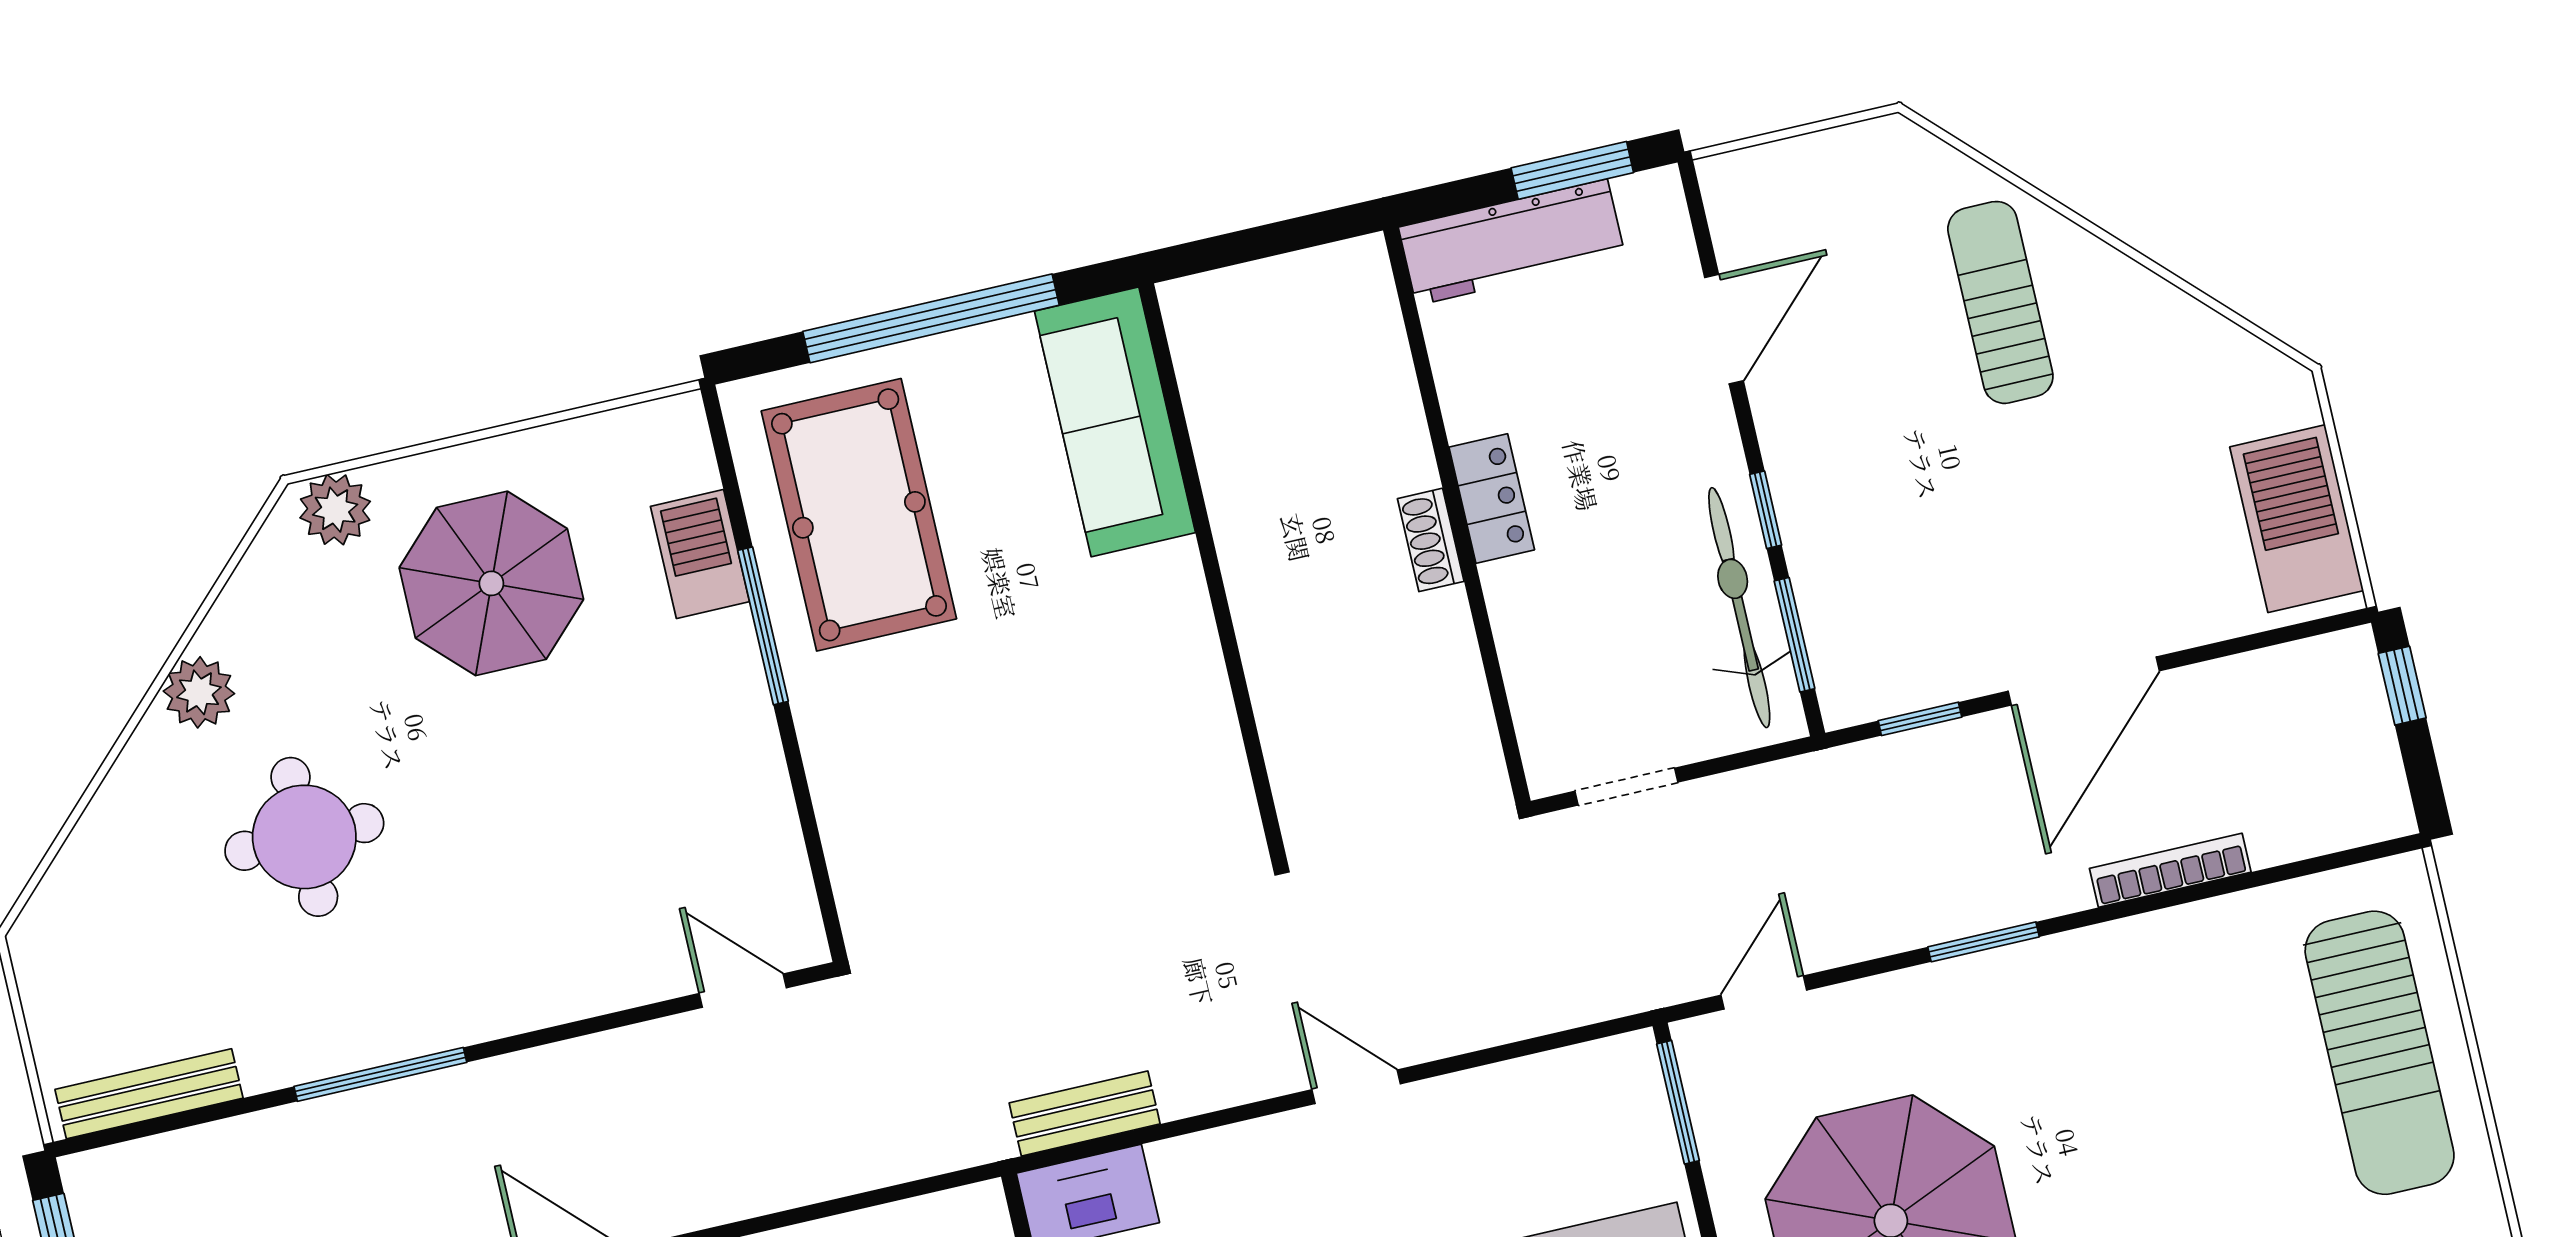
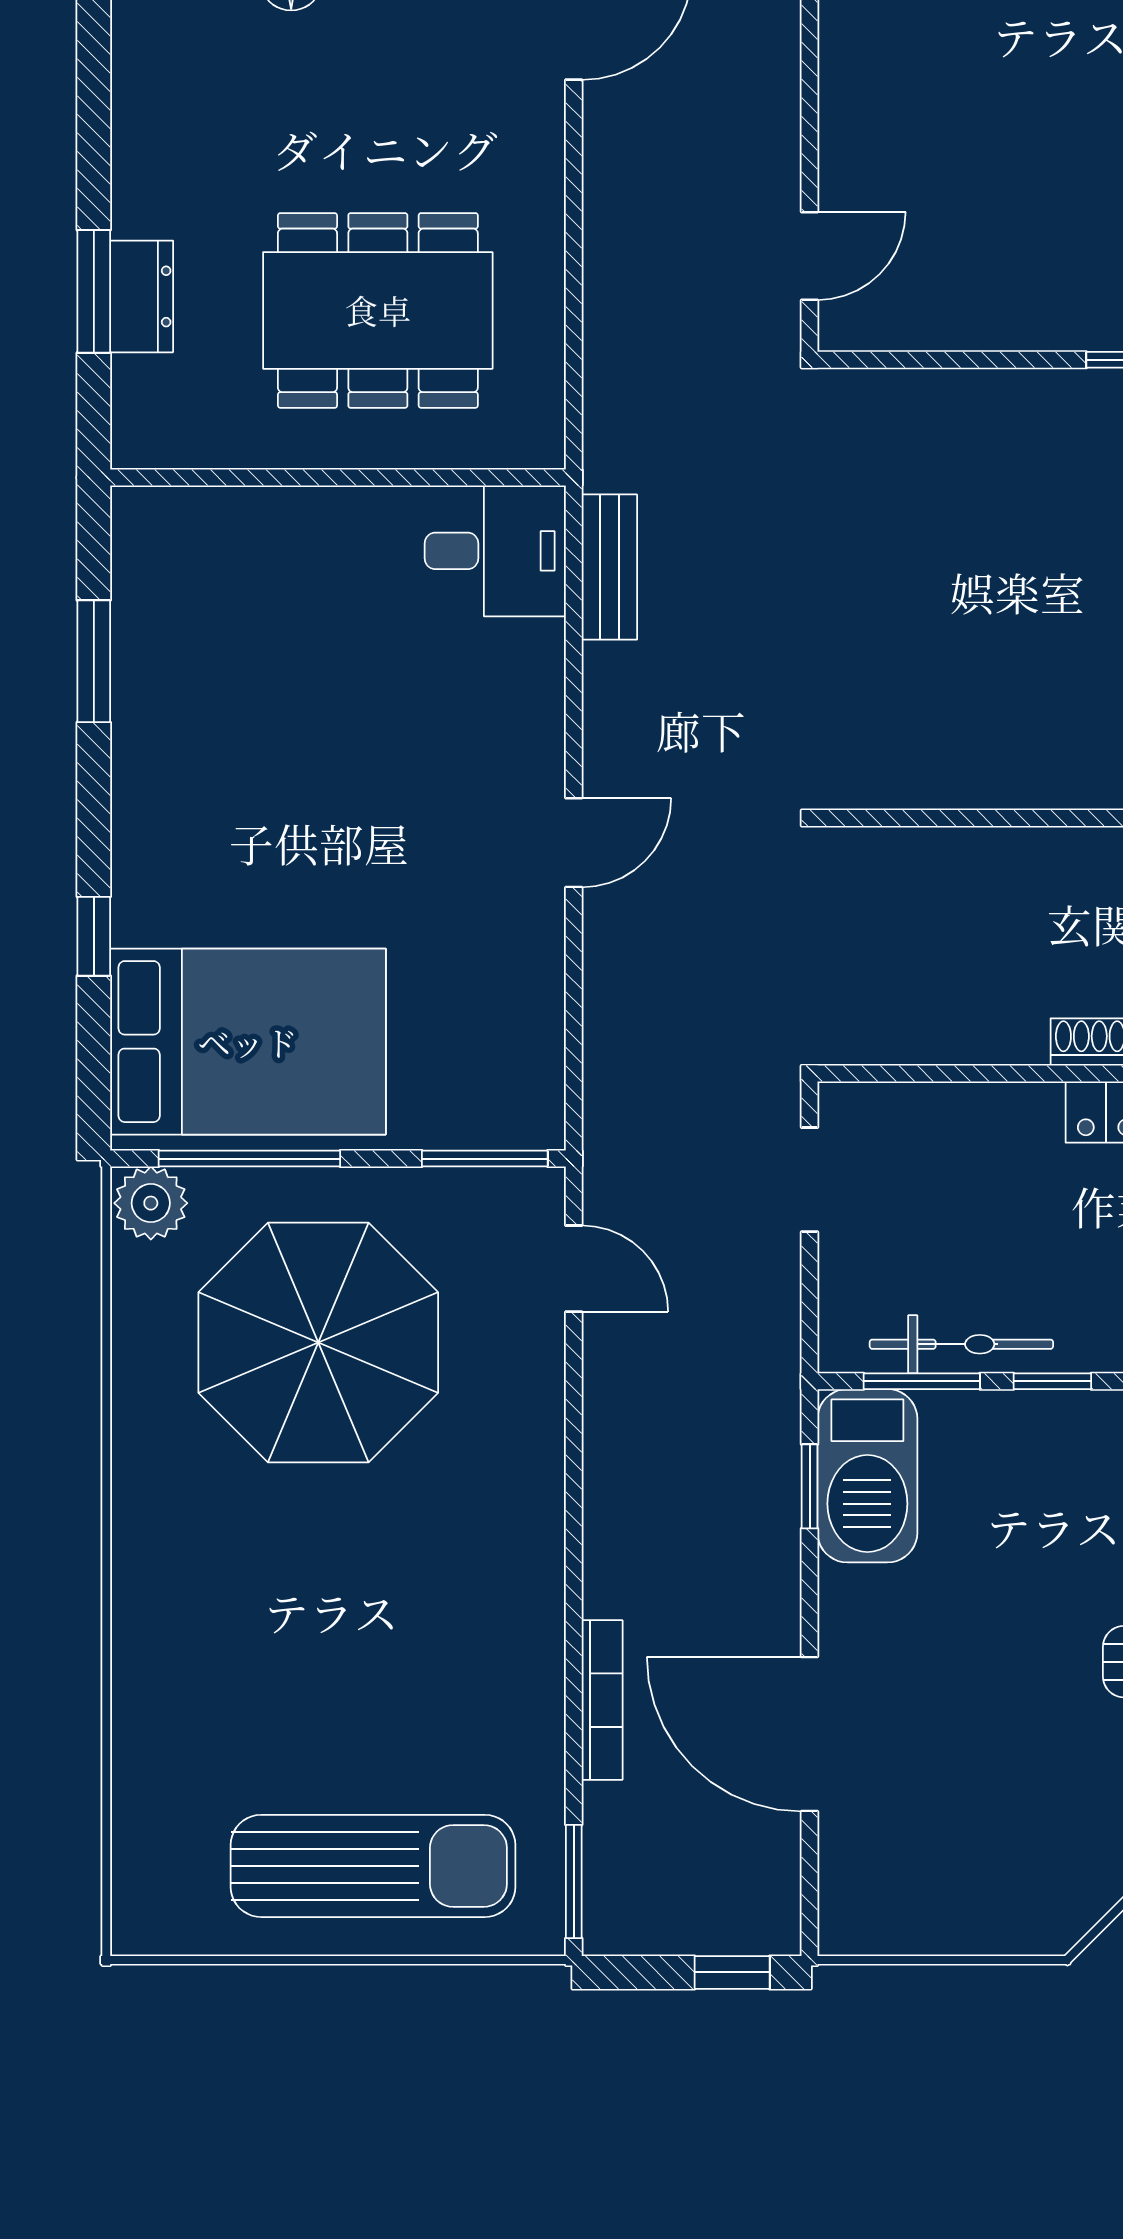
barbecue: (2297, 519) -> (867, 1476), moved, turned 90
bicycle: (1739, 608) -> (961, 1344), width x0.73, depth x0.71
door: (2084, 681) -> (810, 1734), moved
window: (1984, 942) -> (574, 1881), moved
sun lounger: (2380, 1053) -> (373, 1866), turned 180

